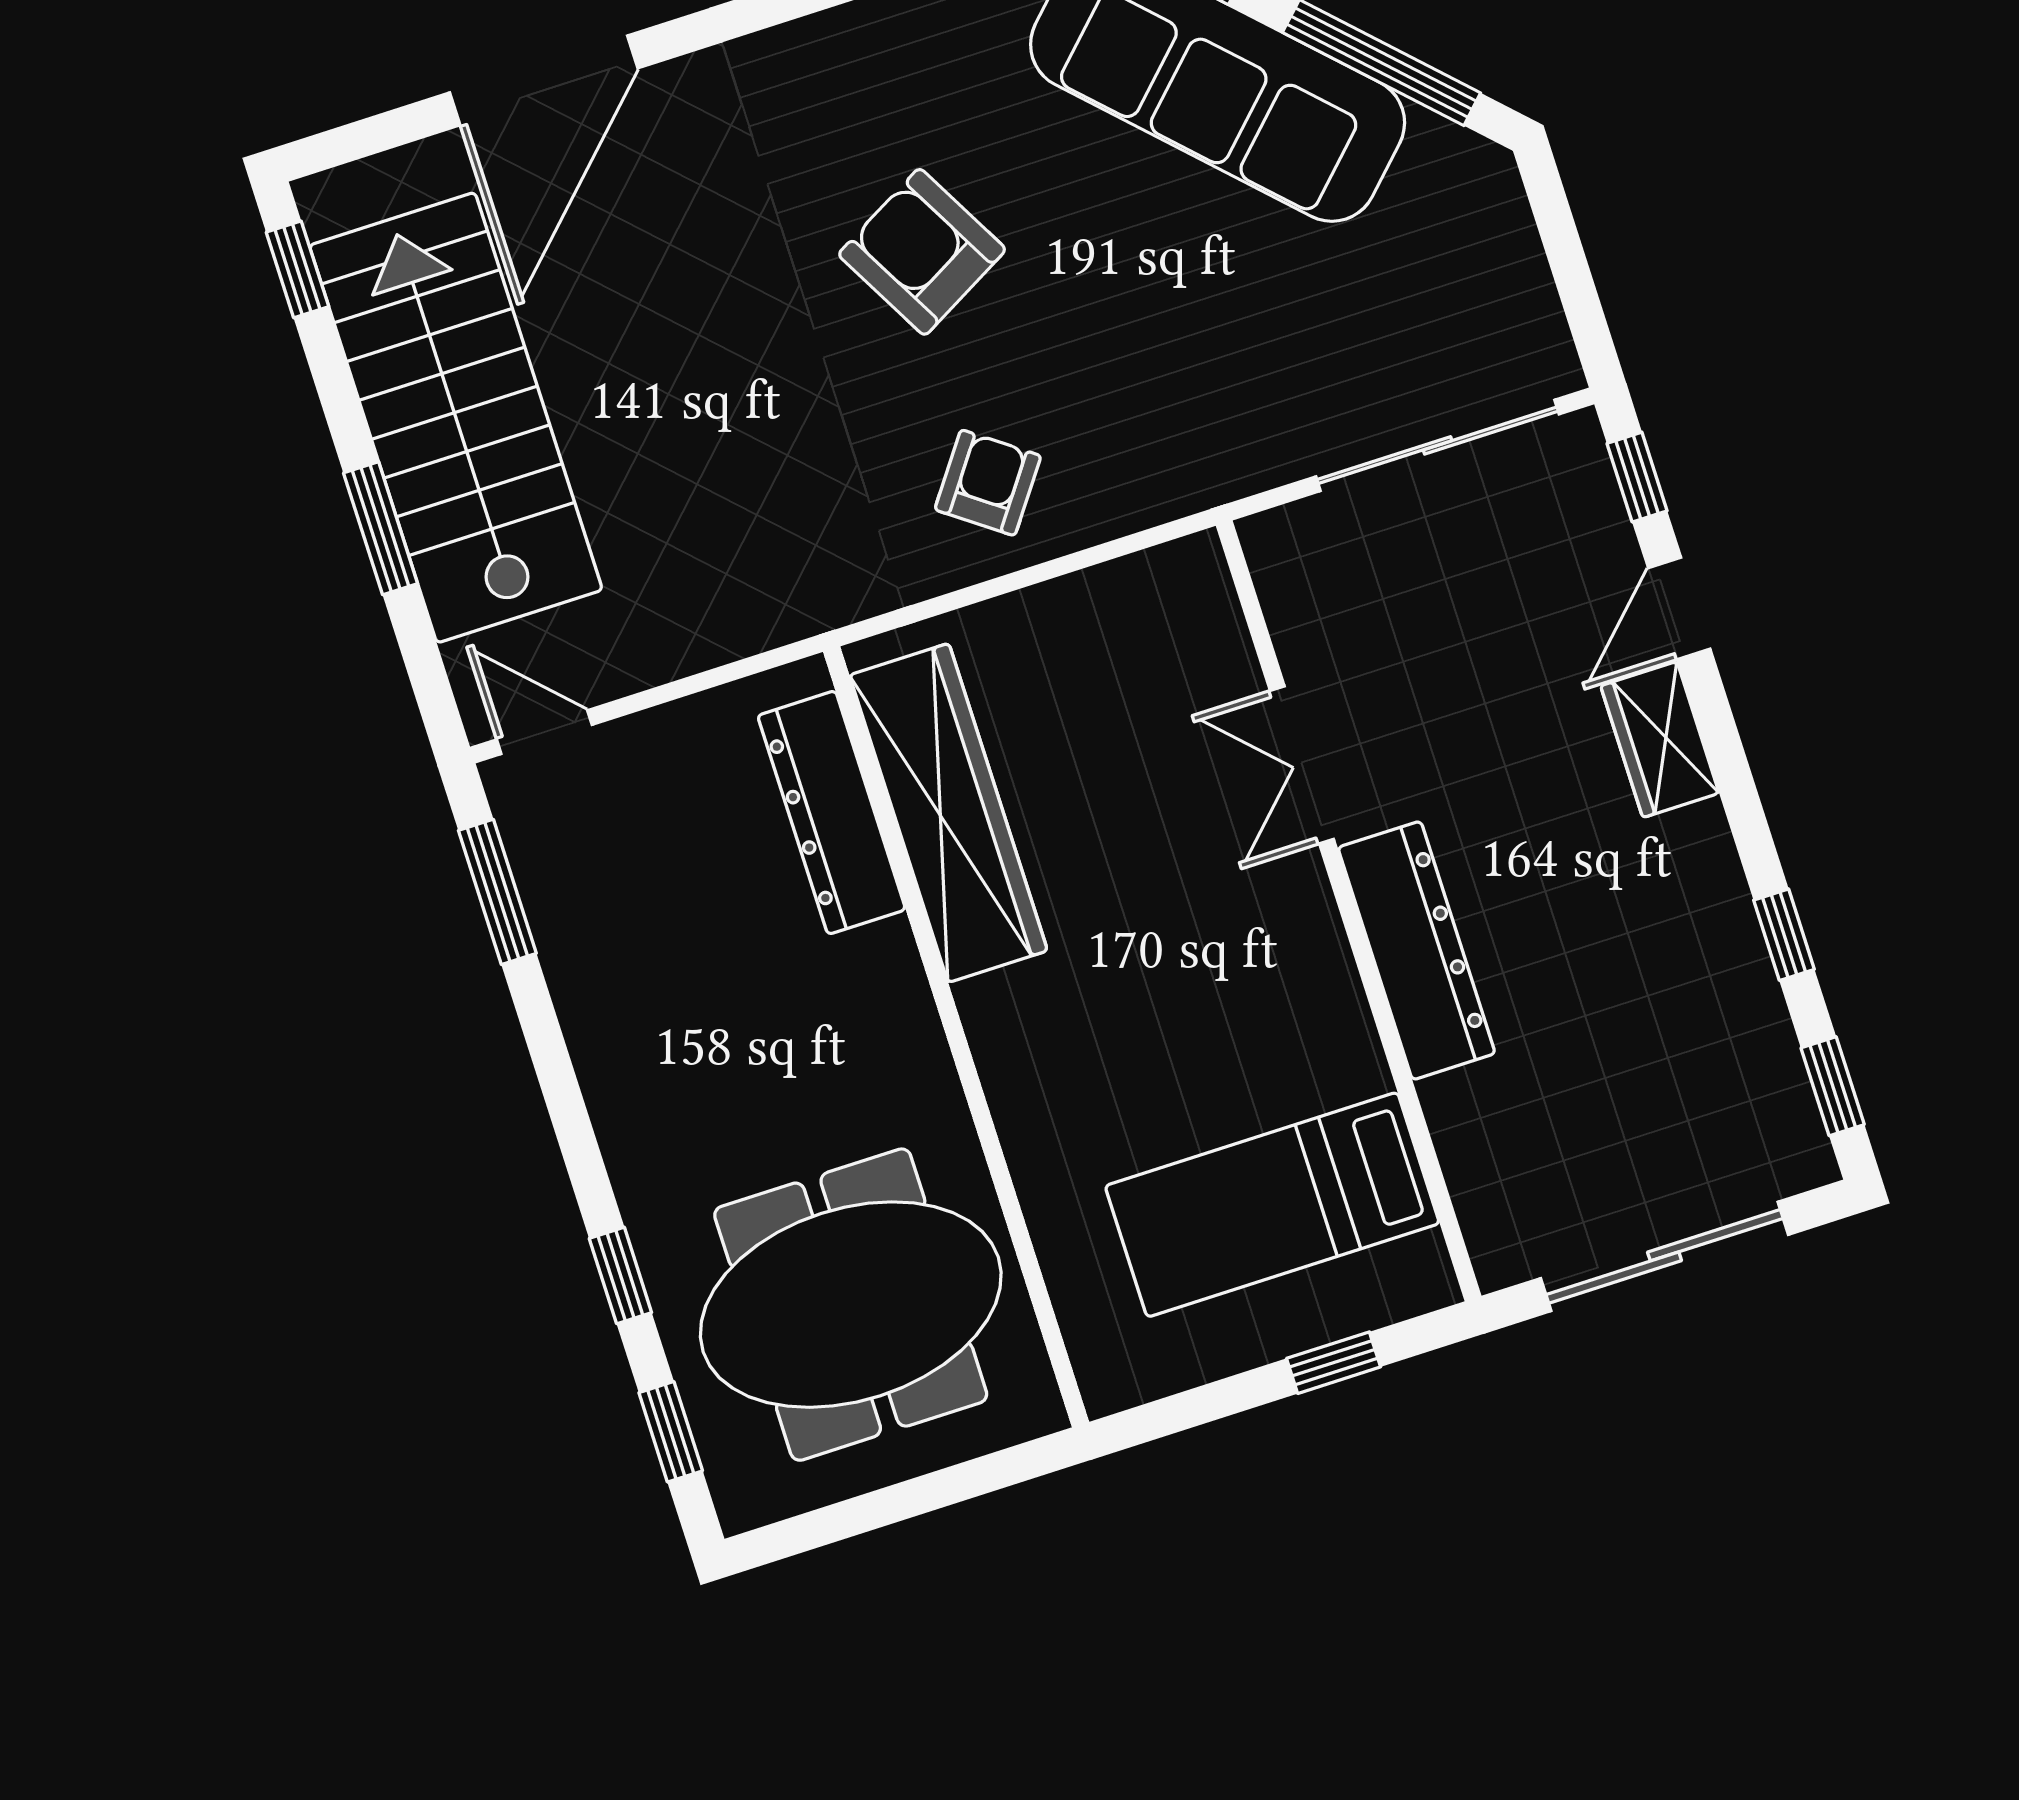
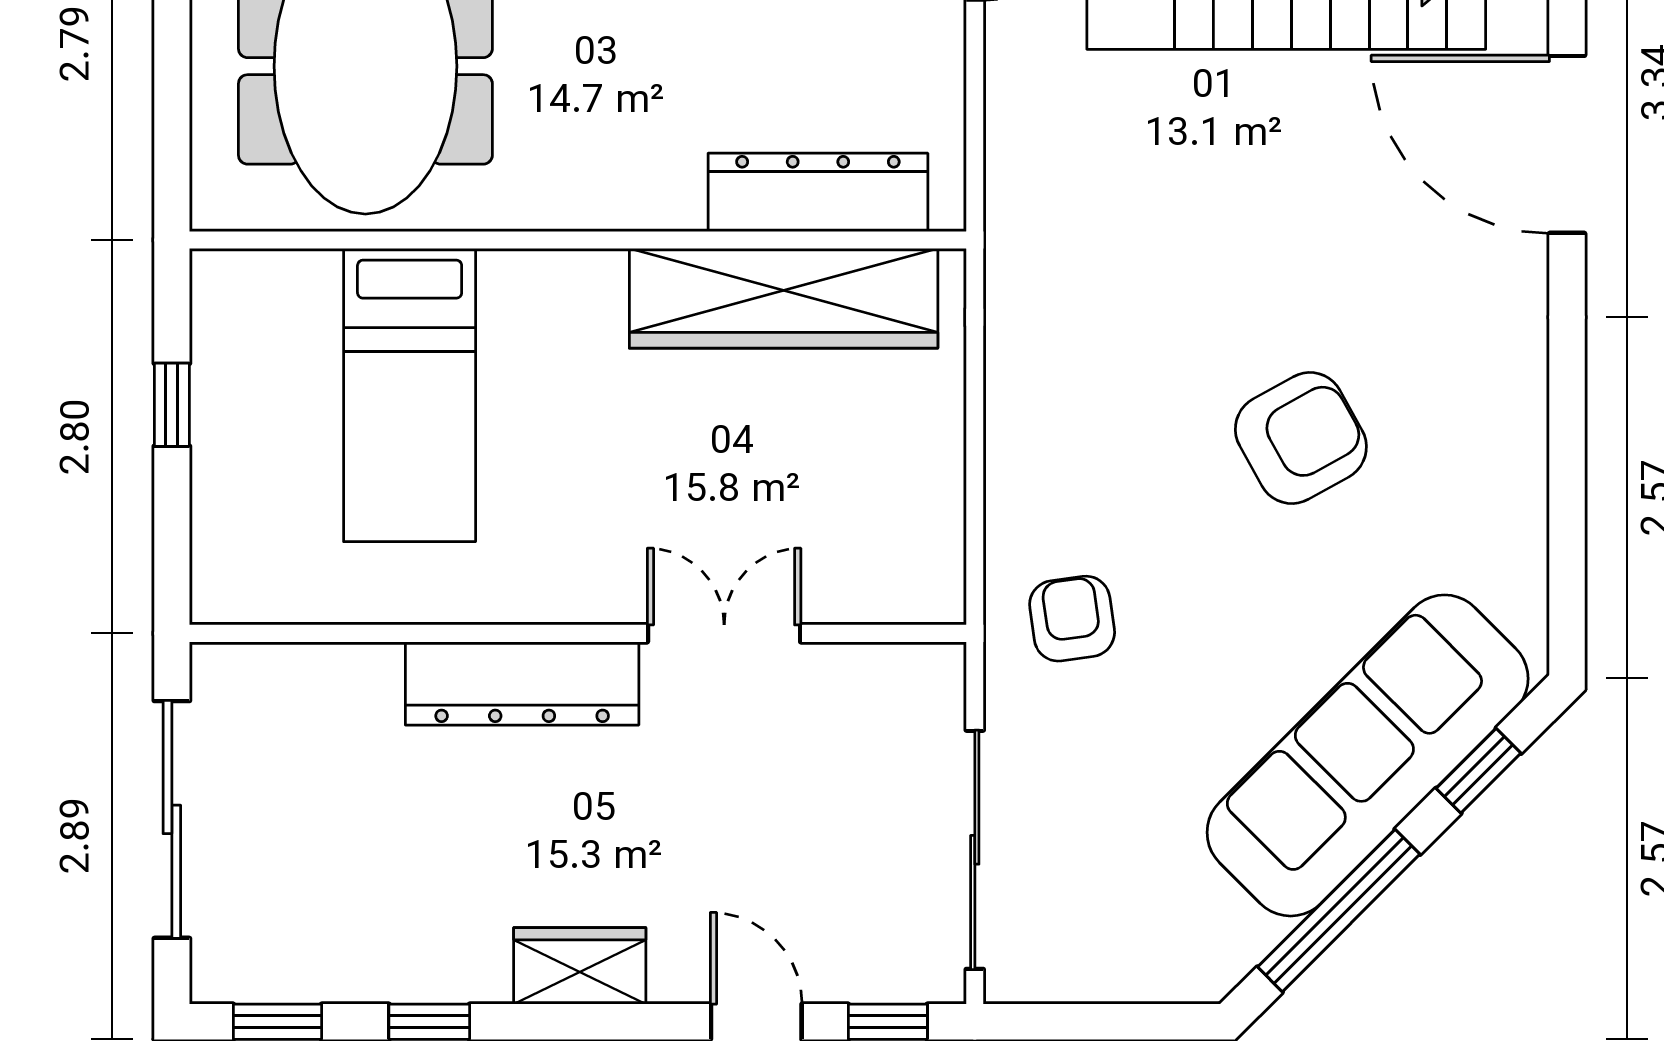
armchair: (988, 483) -> (1072, 619), moved, turned -134
wardrobe: (1660, 739) -> (580, 966), moved
bed: (1272, 1205) -> (410, 395), moved, turned 180
window: (1334, 1363) -> (172, 405), moved

